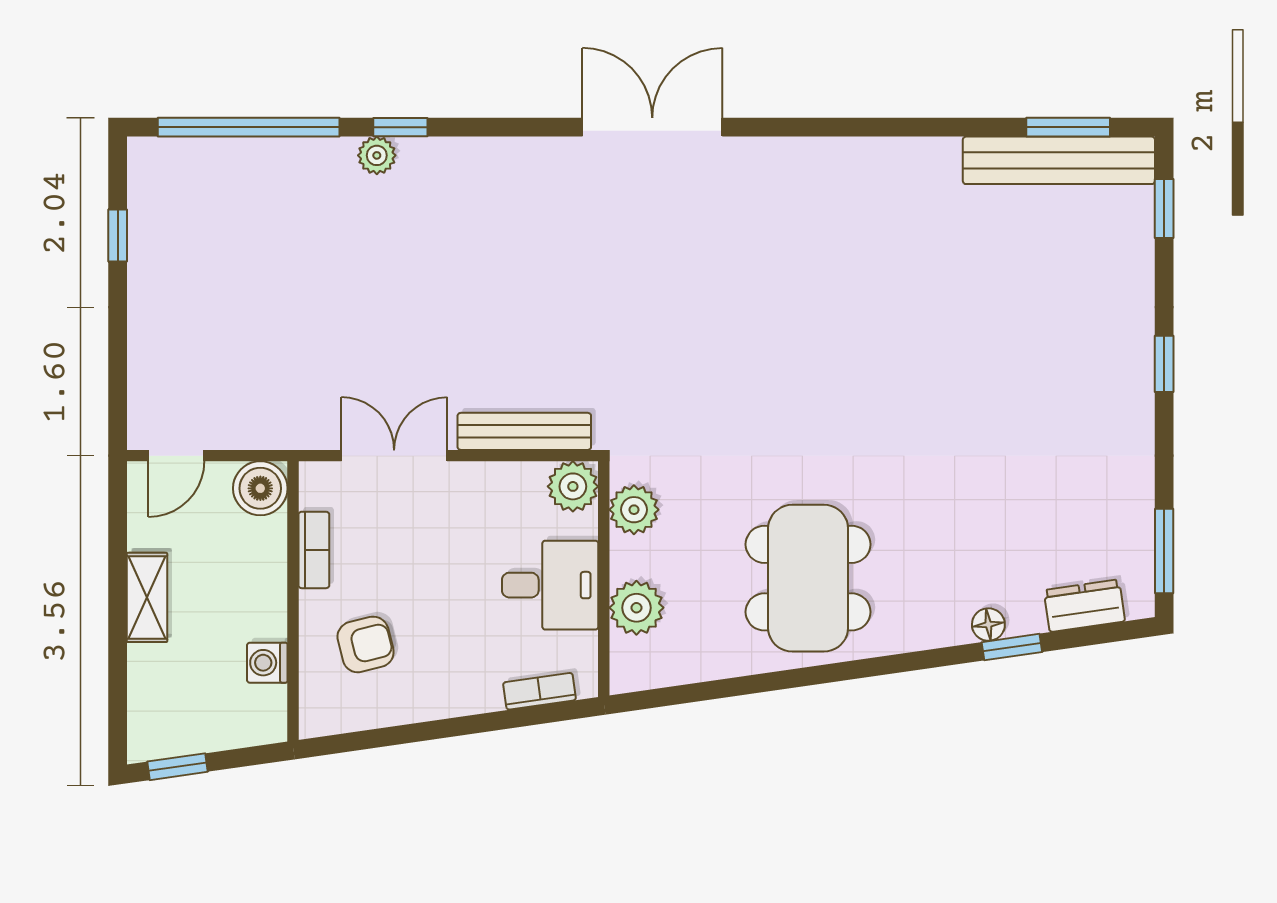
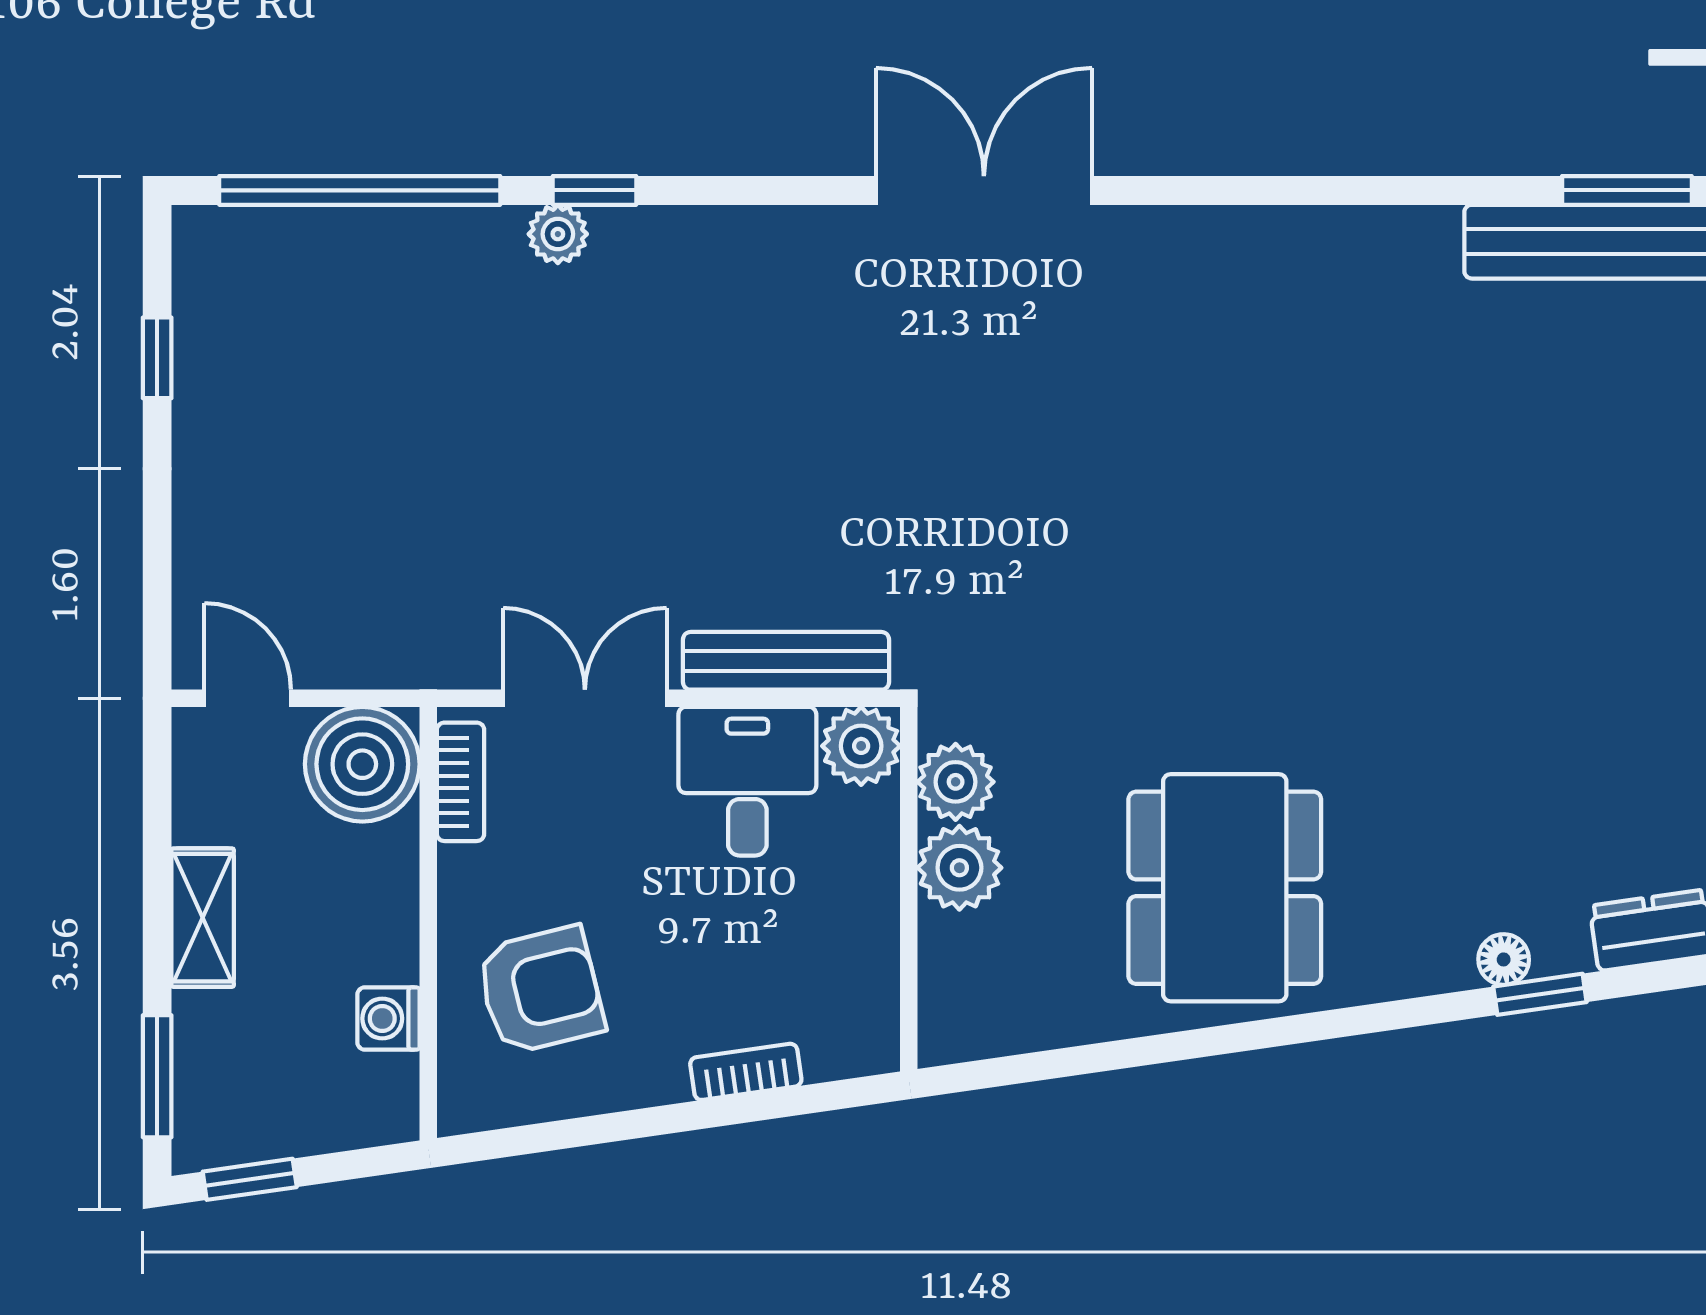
door: (176, 456) -> (248, 698), swing flipped
boiler: (260, 488) -> (362, 764), width x1.37, depth x1.37
bookcase: (314, 550) -> (461, 782), moved
desk: (550, 585) -> (747, 781), moved, turned -90
plant: (636, 608) -> (959, 868), moved
armchair: (366, 644) -> (540, 990), width x1.38, depth x1.38
bookcase: (540, 691) -> (746, 1072), moved
window: (118, 700) -> (157, 1076), added

